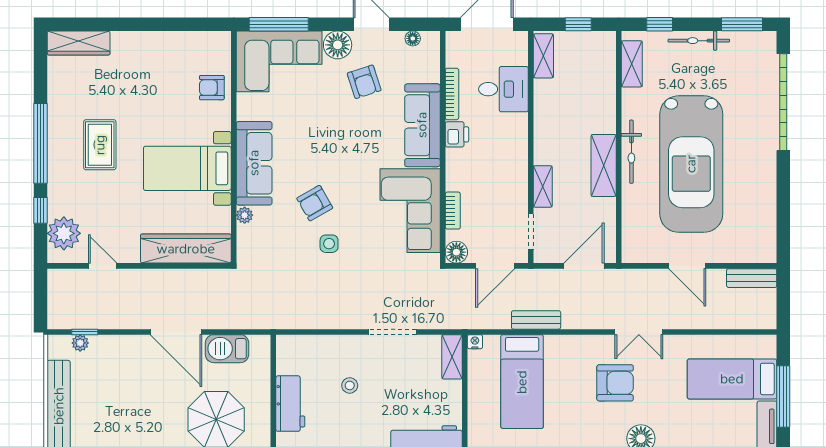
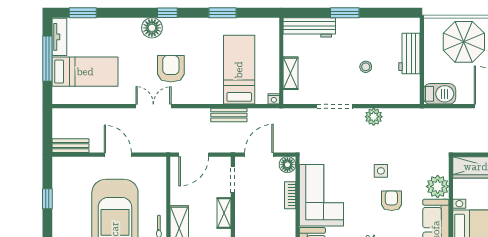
armchair: (315, 203) -> (391, 201), turned -60
window: (783, 206) -> (47, 199), added
plant: (245, 215) -> (438, 186), width x1.88, depth x1.88
plant: (339, 317) -> (374, 117), added
barbecue: (227, 349) -> (440, 94), moved
shelving: (452, 357) -> (291, 73), moved
armchair: (615, 383) -> (171, 69), turned 90

